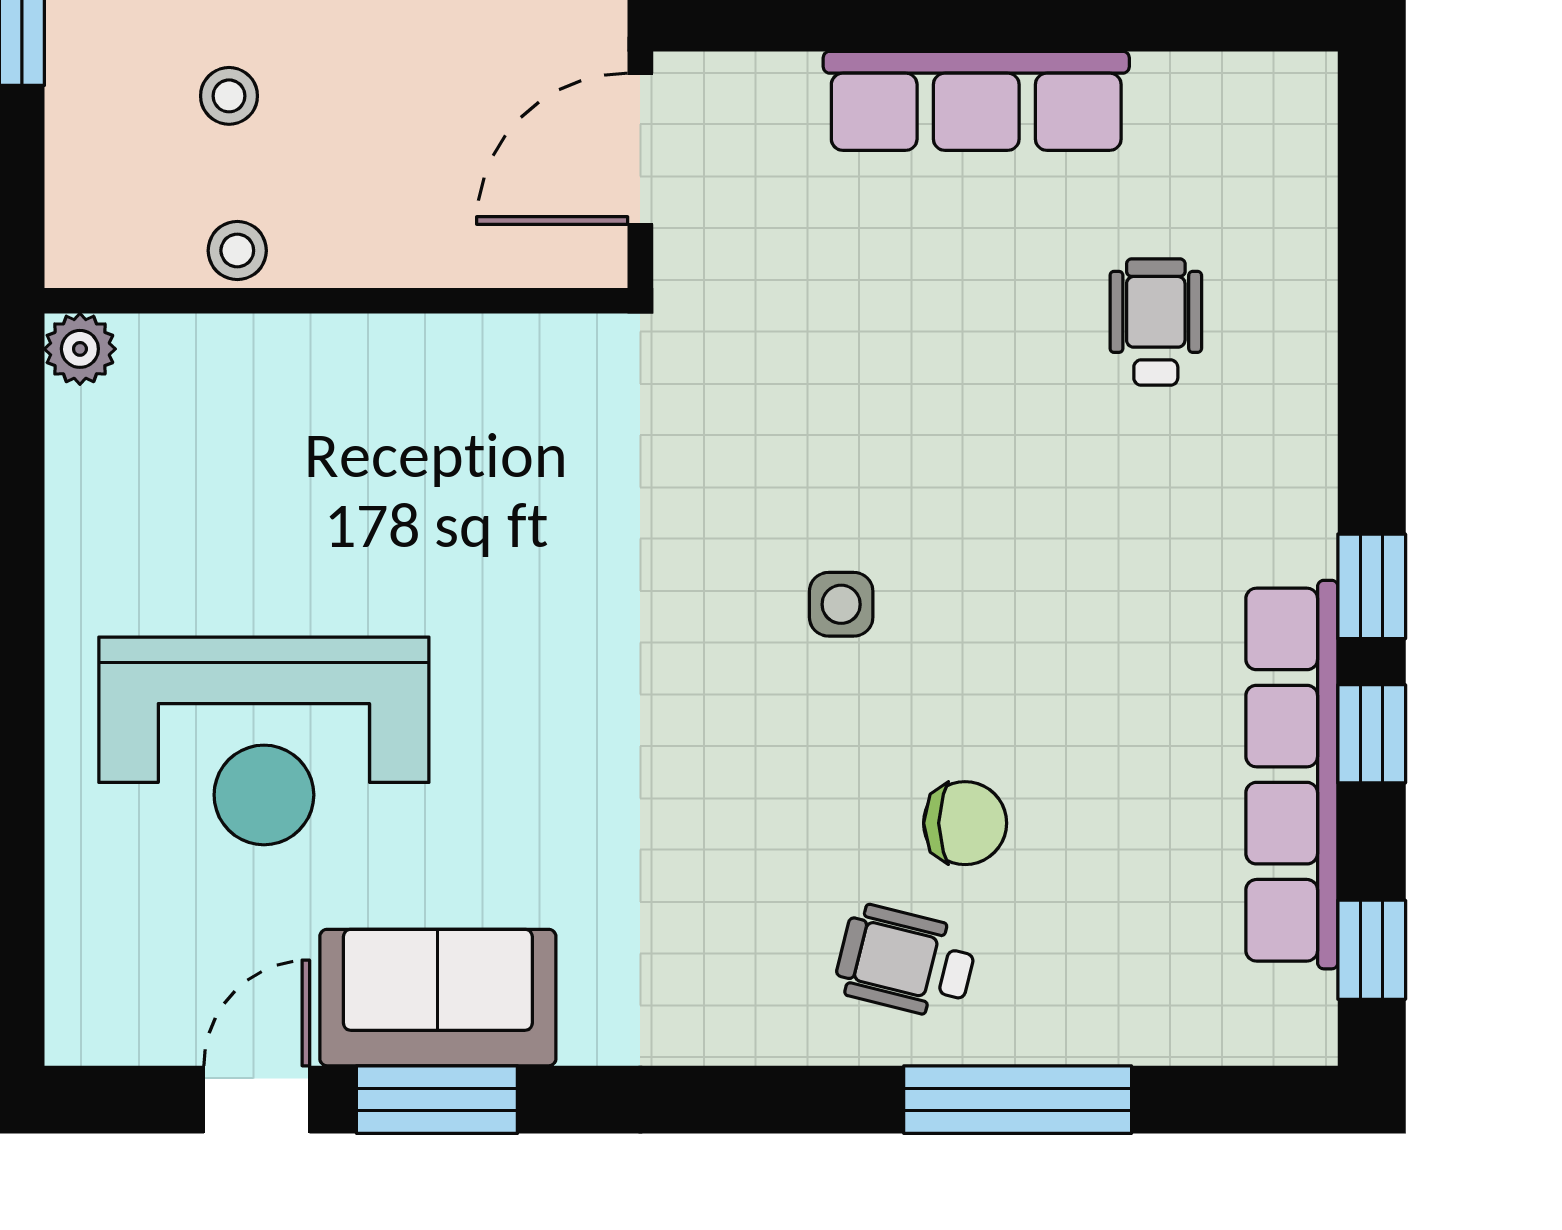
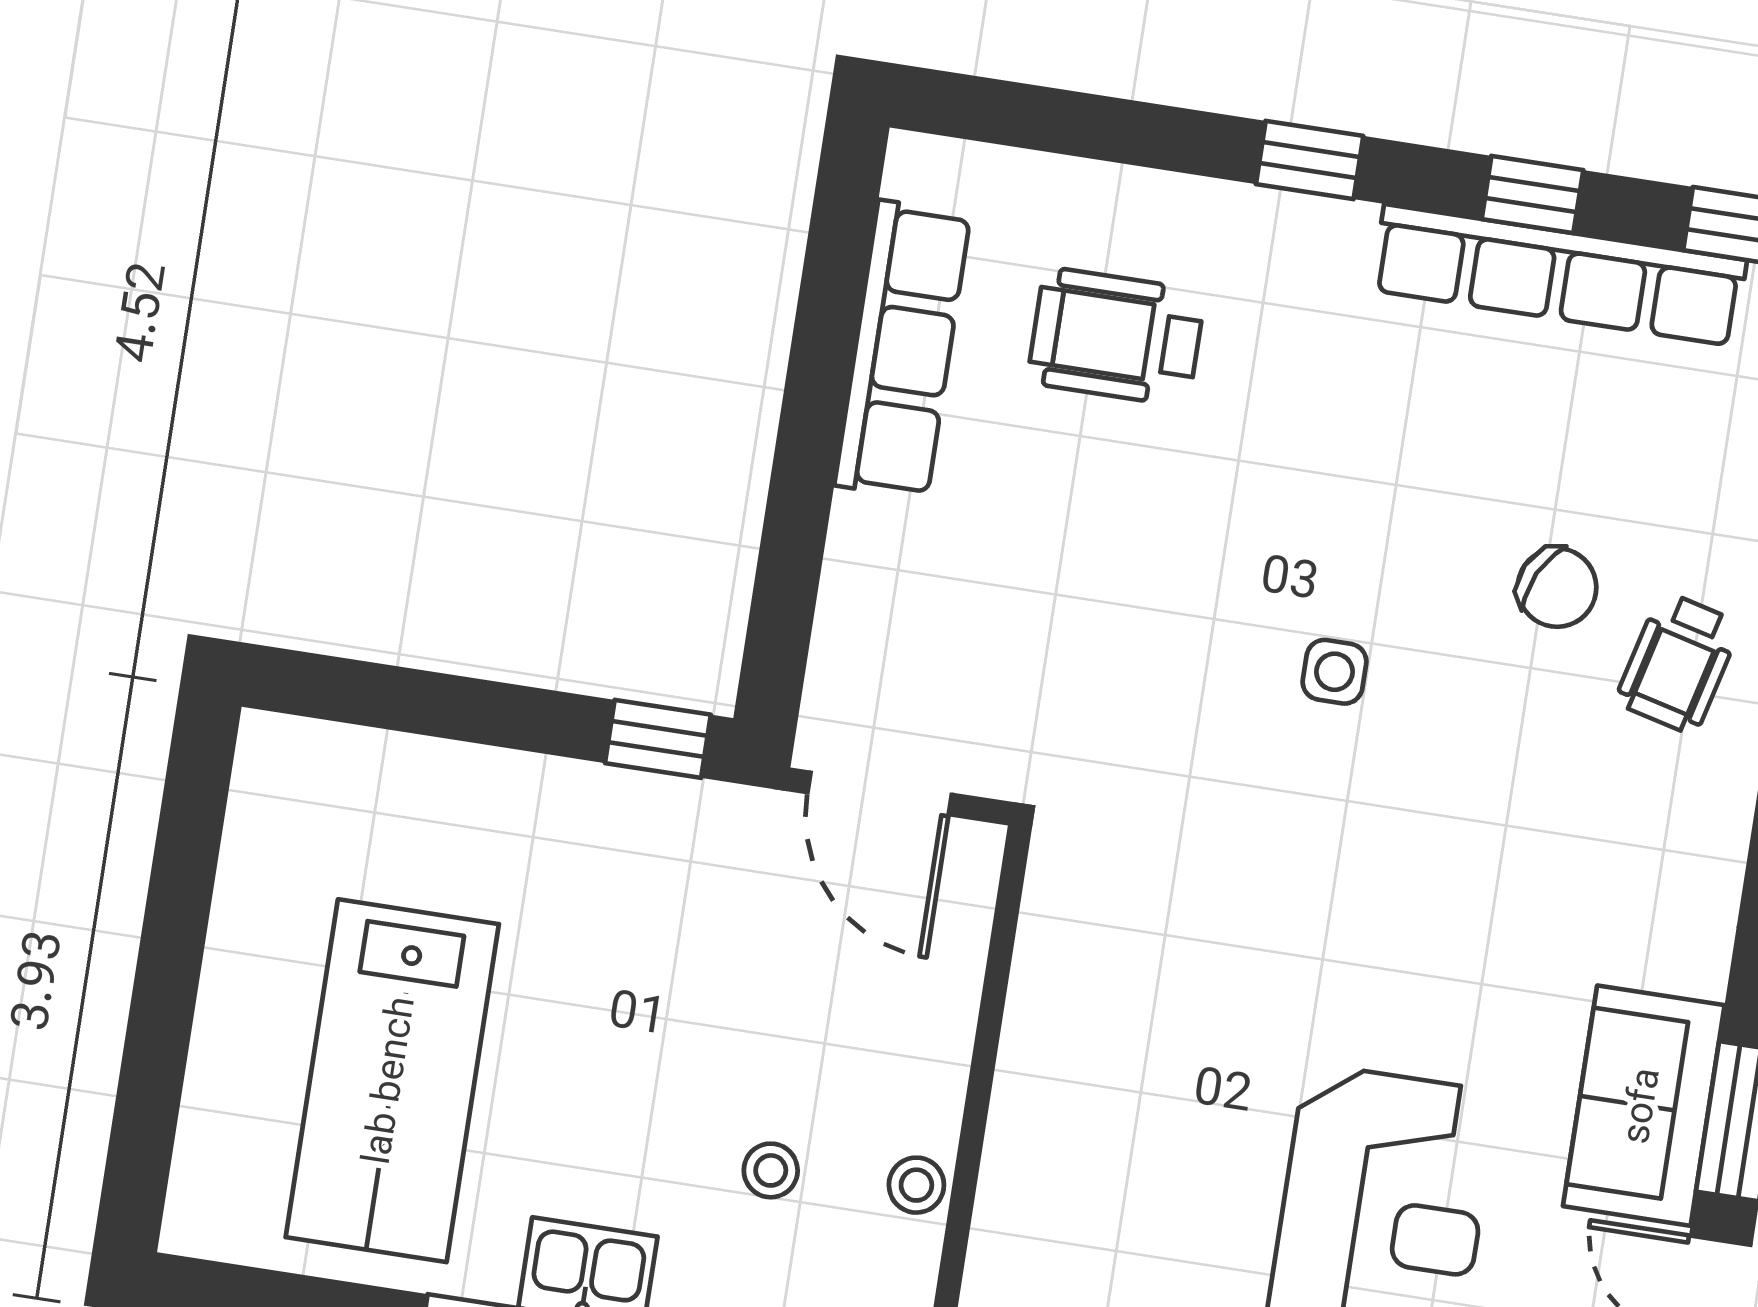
row of seats: (976, 101) -> (903, 350), moved
wheelchair: (1156, 322) -> (1116, 337), width x1.36, depth x1.37
window: (1372, 586) -> (1310, 160), moved
chair: (965, 823) -> (1557, 588), turned 116

